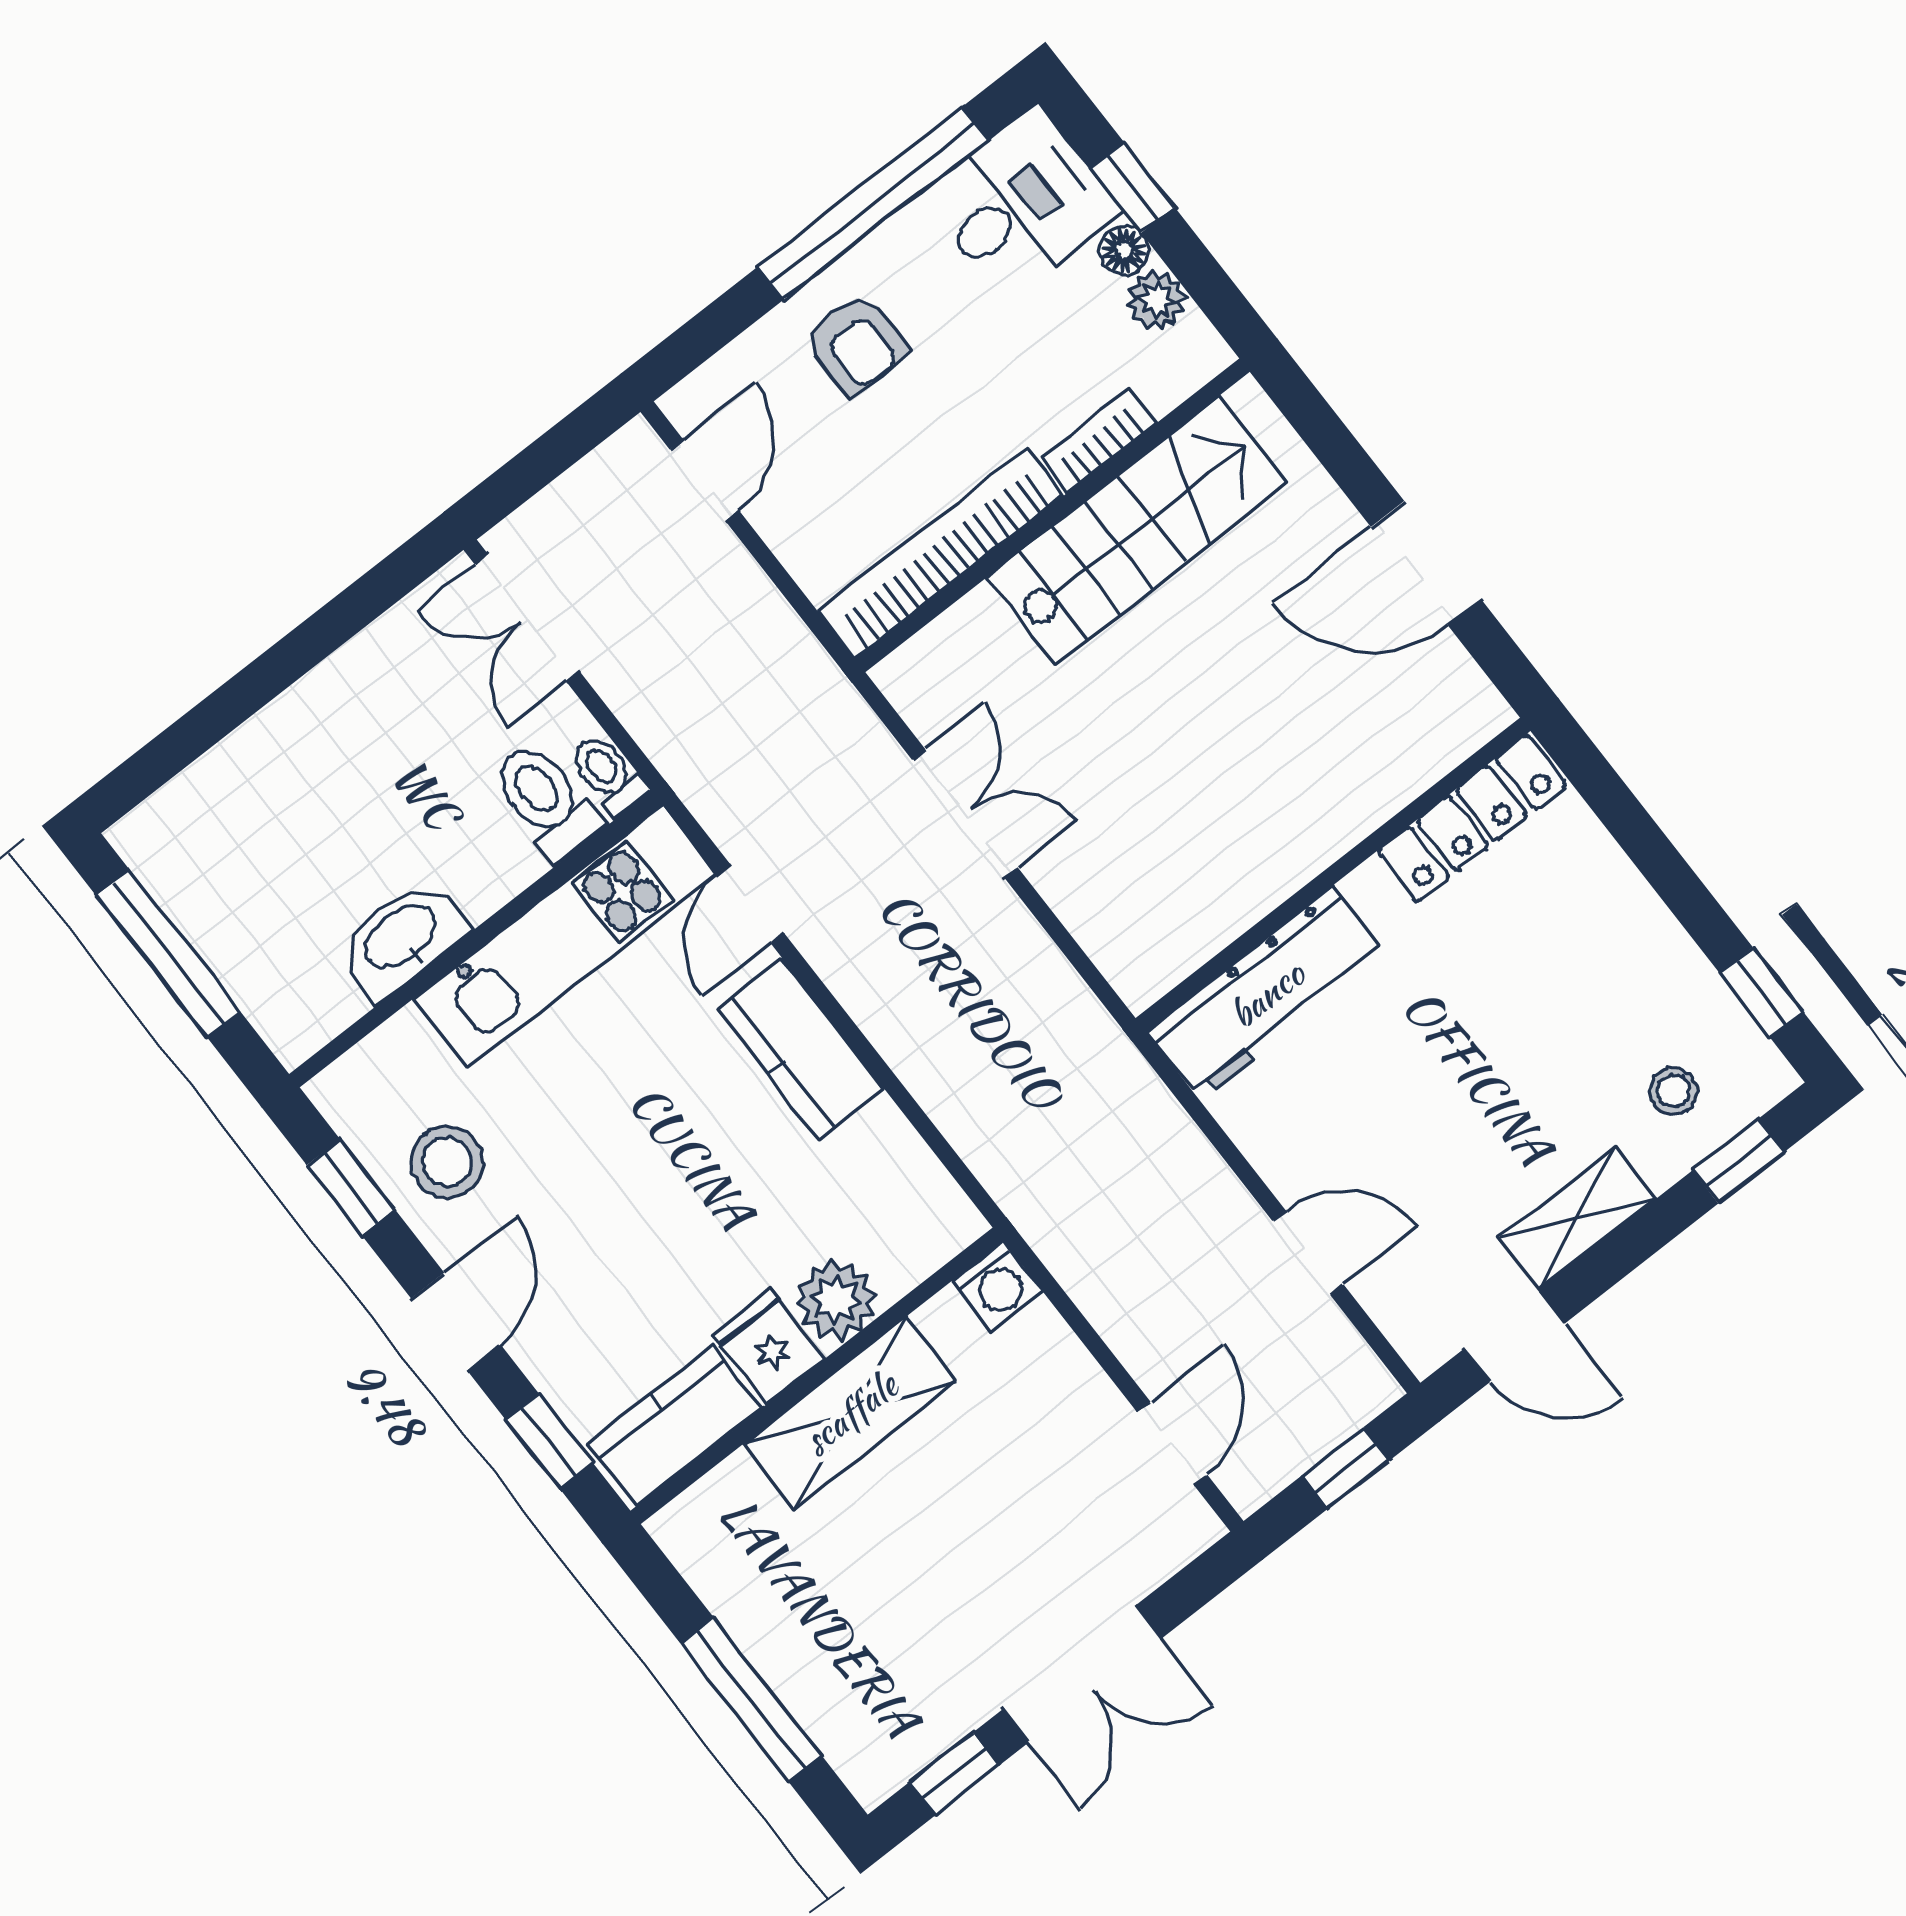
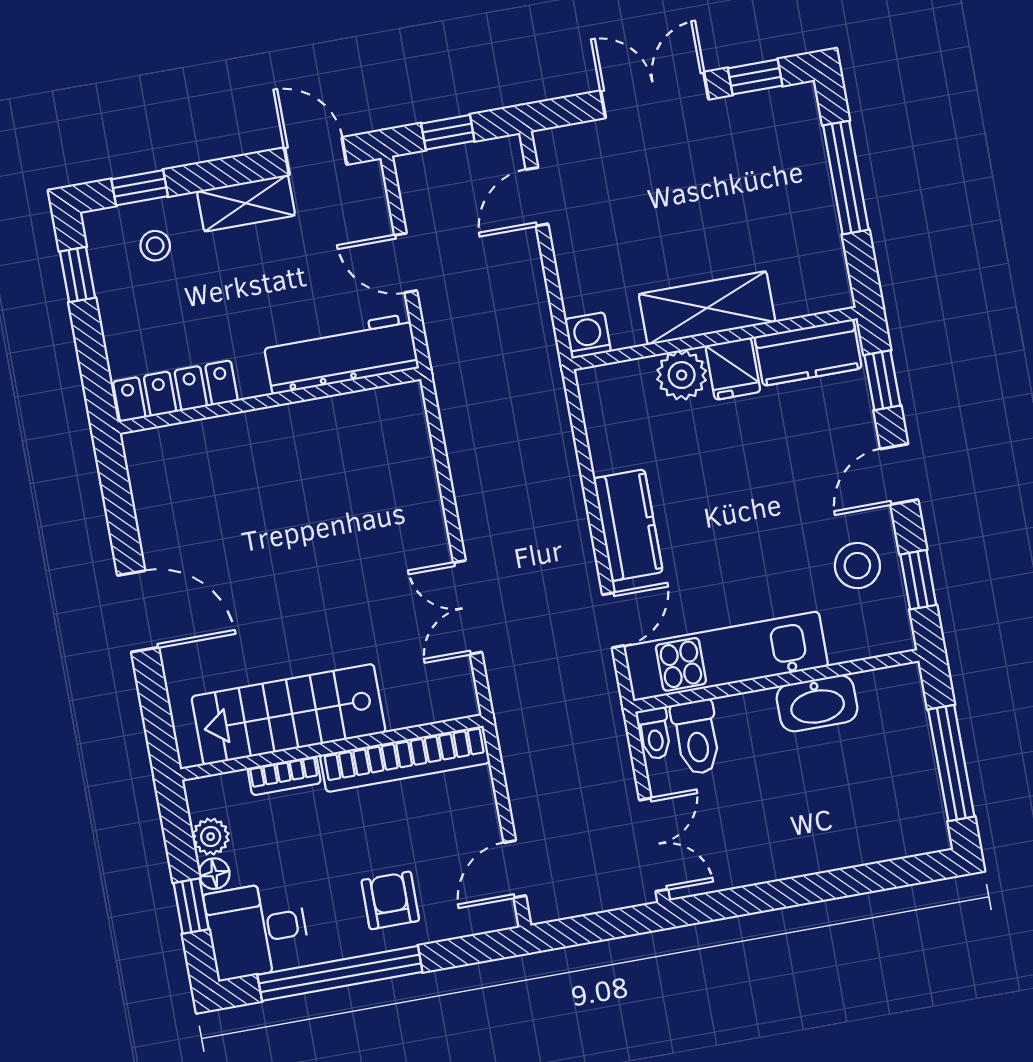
locker: (1472, 818) -> (175, 391), moved
wall: (1333, 875) -> (269, 401), moved
workbench: (1267, 994) -> (341, 354), moved

